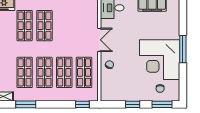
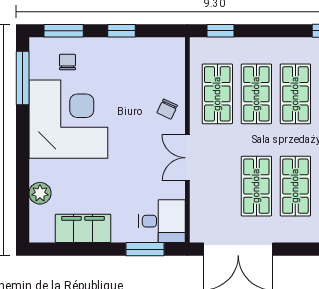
plant: (174, 22) -> (40, 193), added
shop shelf: (64, 26) -> (256, 186), added
window: (183, 49) -> (23, 78), moved

